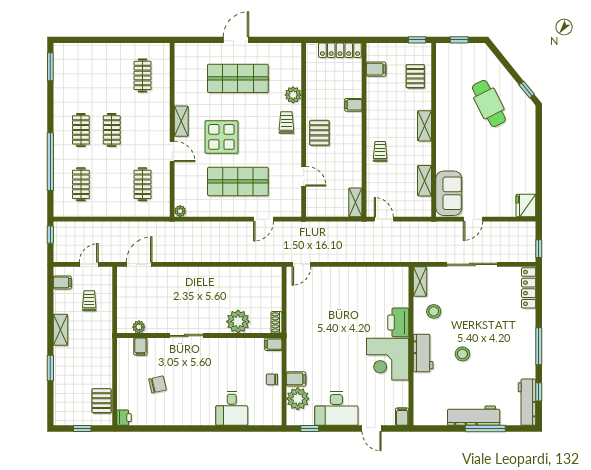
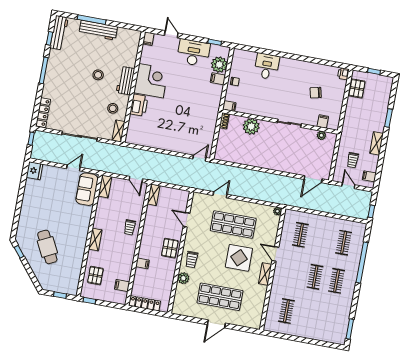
shelving: (425, 181) -> (105, 186), moved
door: (89, 264) -> (348, 186), swing flipped

